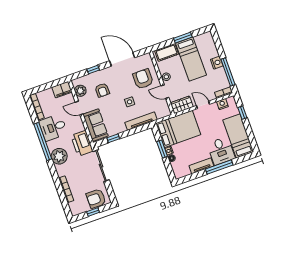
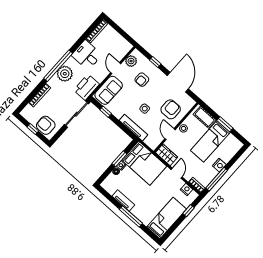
filing cabinet: (62, 90) -> (123, 45), removed
window: (43, 142) -> (58, 66), moved
desk: (221, 151) -> (146, 210), removed

